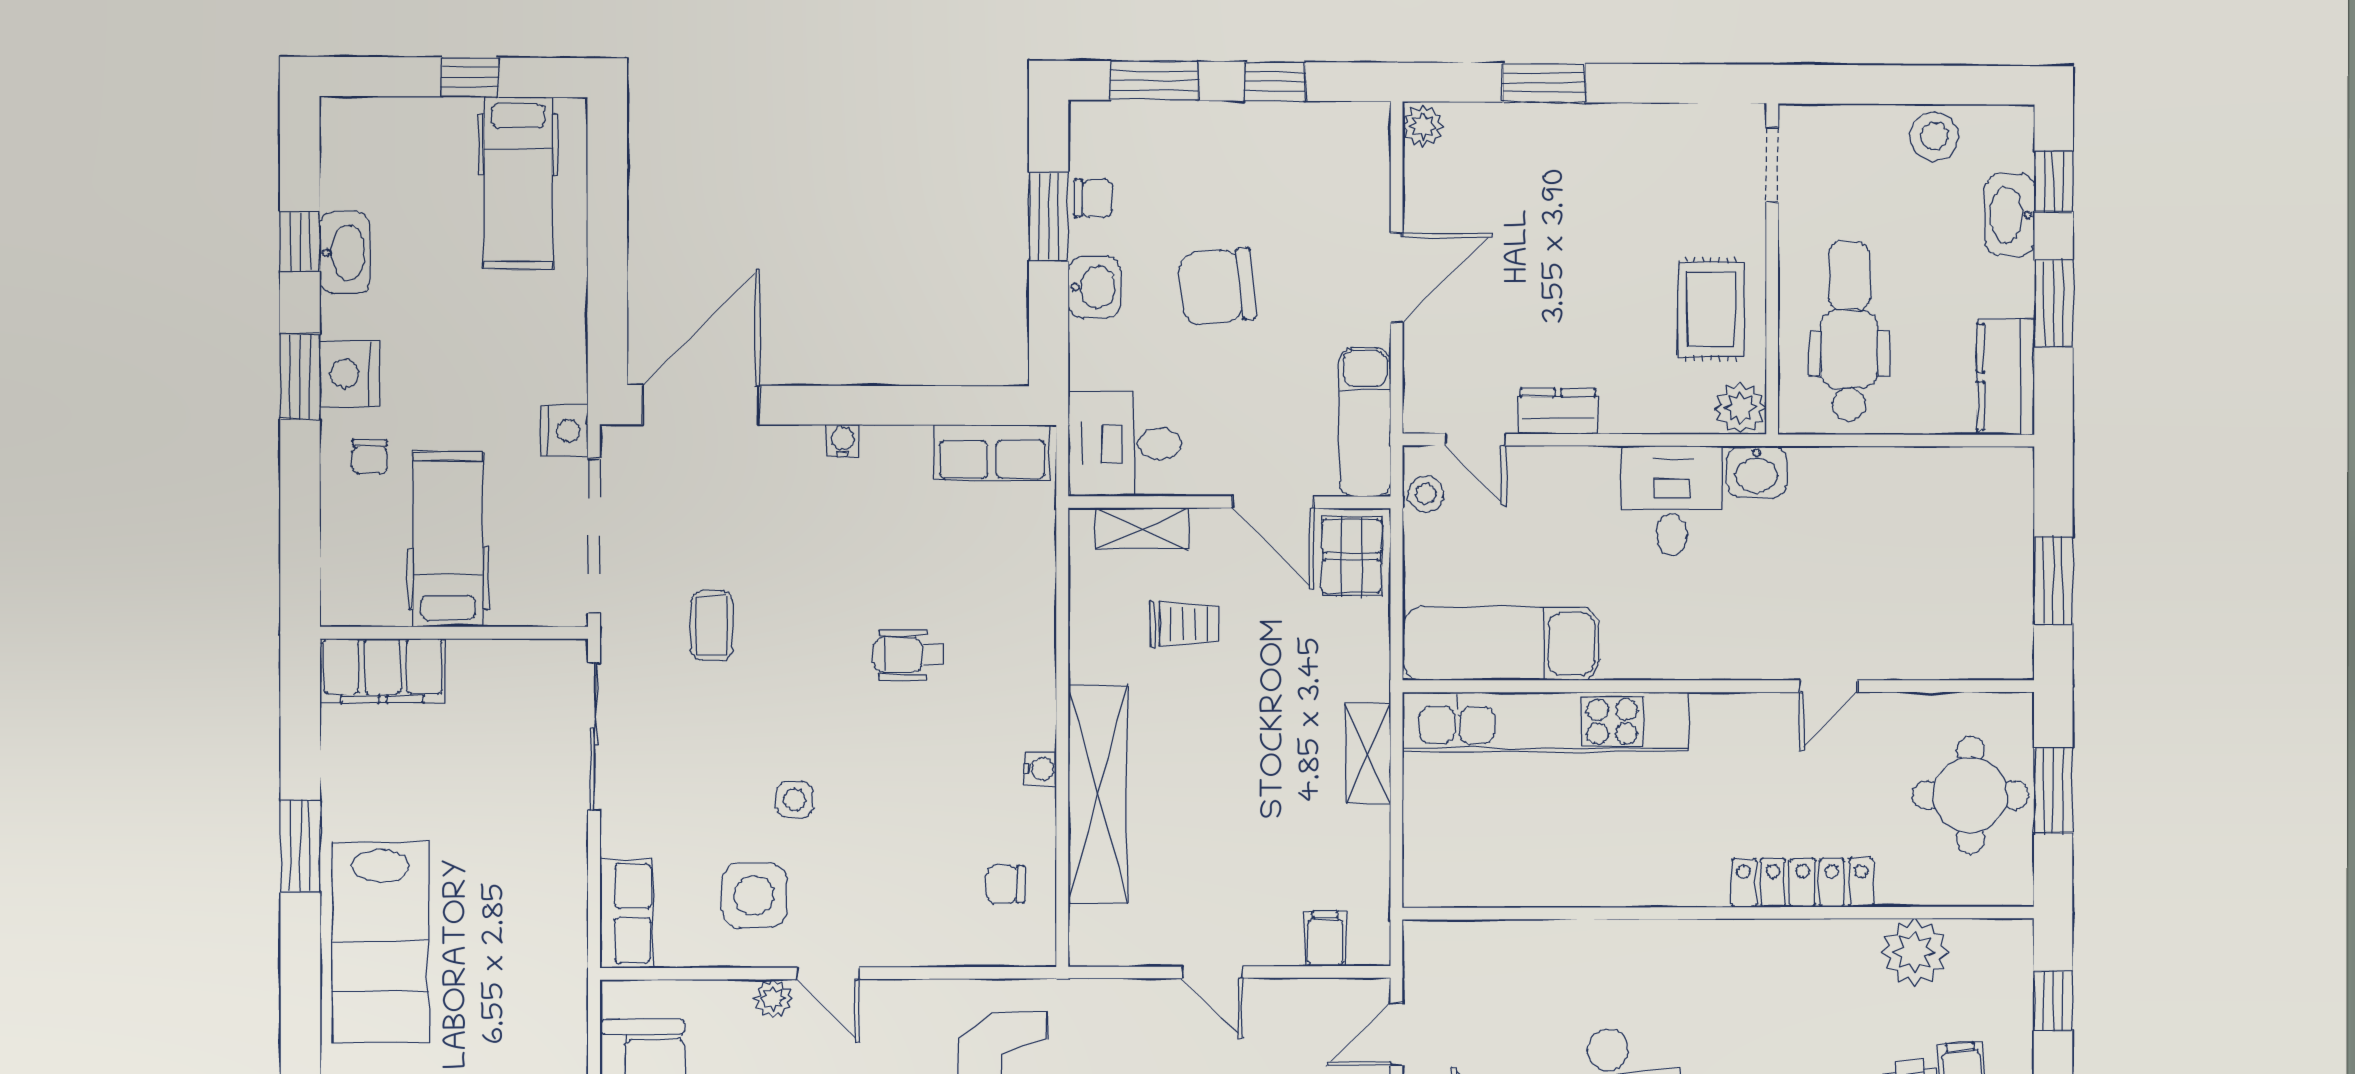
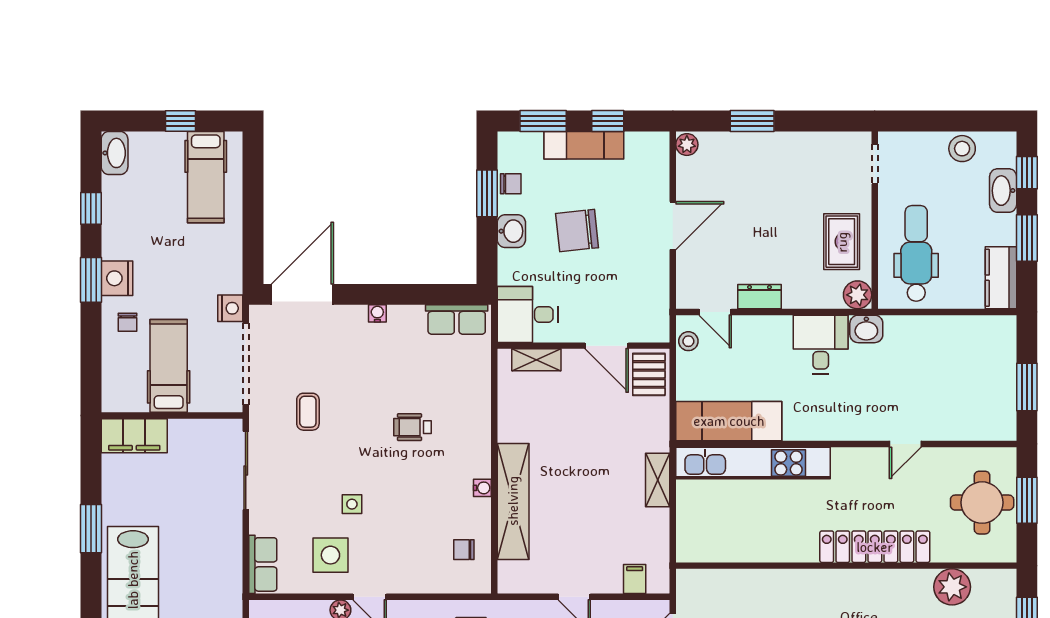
washbasin: (345, 253) -> (115, 153), moved
exam couch: (1365, 422) -> (584, 145), moved, turned -90
trolley: (1184, 624) -> (559, 411), removed
locker: (1802, 883) -> (875, 547), width x1.41, depth x1.21

